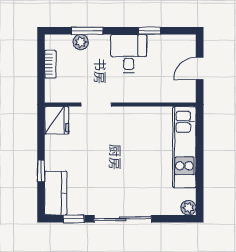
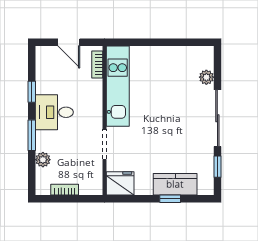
window: (87, 31) -> (32, 135), moved
bookcase: (177, 97) -> (97, 64), added
kitchen unit: (184, 147) -> (118, 86), moved, turned -90
kitchen counter: (56, 193) -> (175, 184), moved
plant: (188, 208) -> (206, 77), moved

